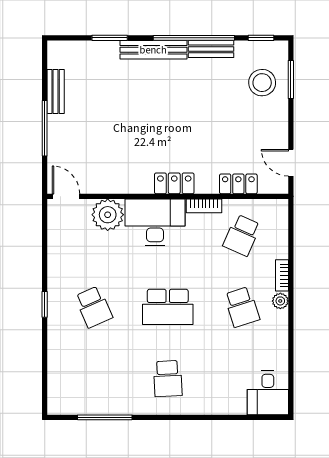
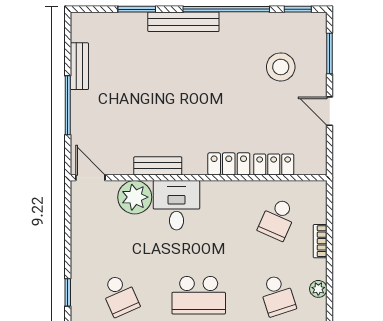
bench: (211, 49) -> (158, 166), moved
stool: (262, 83) -> (281, 67), moved
door: (291, 163) -> (330, 111), moved
locker: (174, 183) -> (229, 164), moved
bookcase: (204, 206) -> (237, 188), removed
desk: (155, 222) -> (176, 205), width x0.73
bookcase: (282, 275) -> (320, 241), moved

